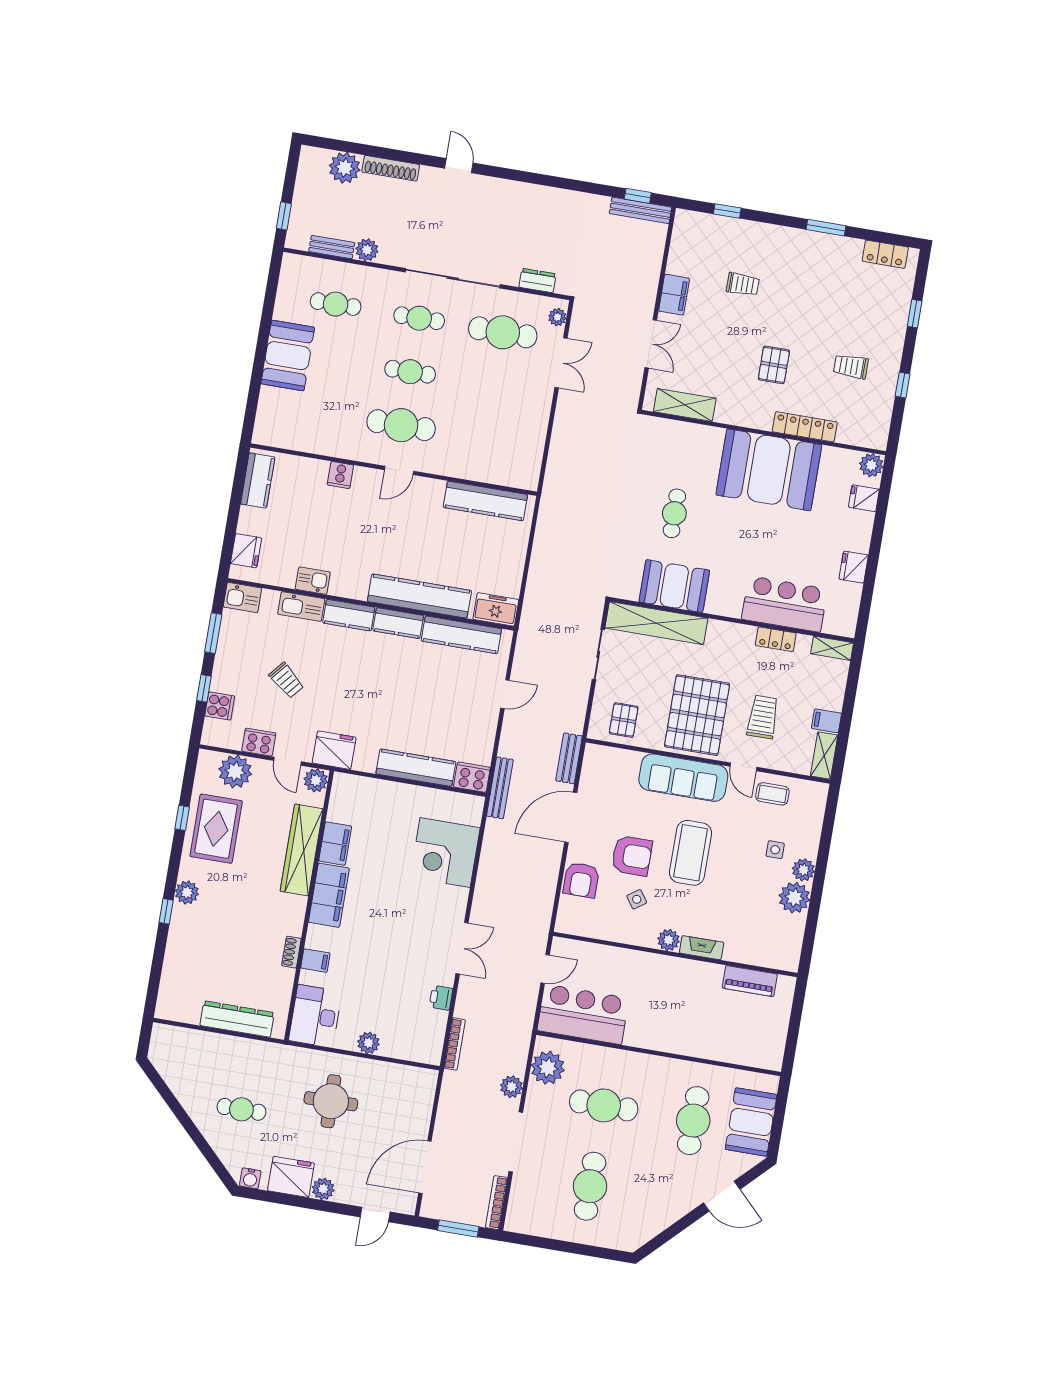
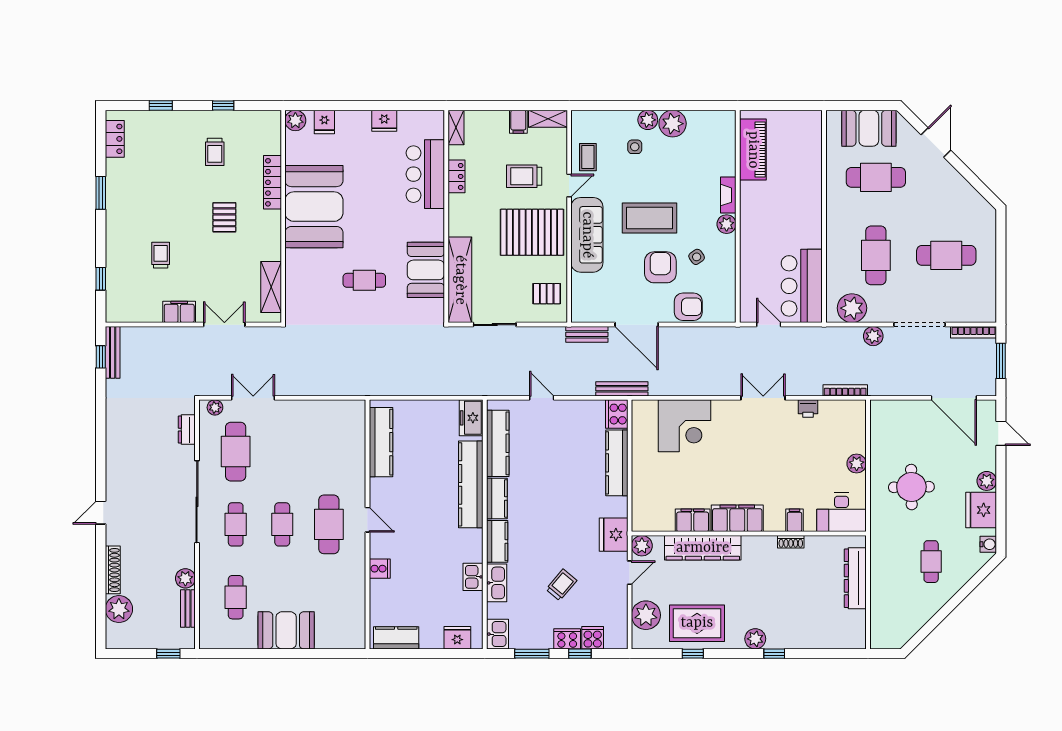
pallet: (774, 365) -> (224, 217), turned 90
cooker: (259, 742) -> (567, 639), moved, turned 90
piano: (750, 981) -> (753, 150), width x1.37, depth x1.33

